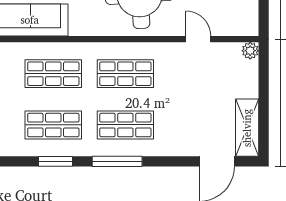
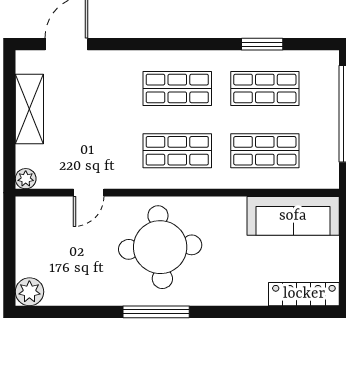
door: (198, 39) -> (89, 193), hinge flipped
shelving: (247, 128) -> (29, 109), moved
window: (117, 161) -> (187, 44), removed

